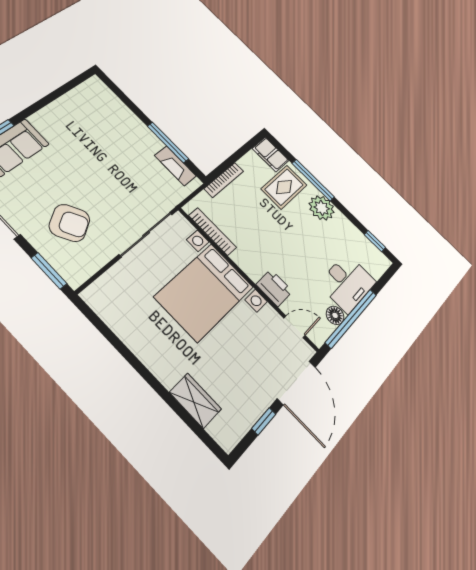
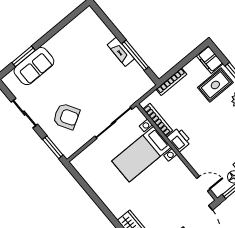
fireplace: (175, 166) -> (121, 52), moved
printer: (274, 288) -> (179, 140), moved
bed with nightstands: (204, 292) -> (141, 154), width x0.73

